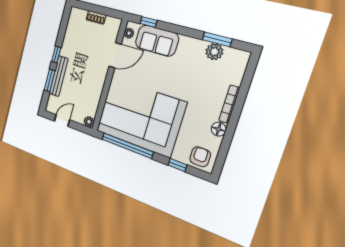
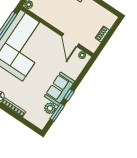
window: (149, 22) -> (69, 95), moved
sofa: (157, 41) -> (60, 89), moved

